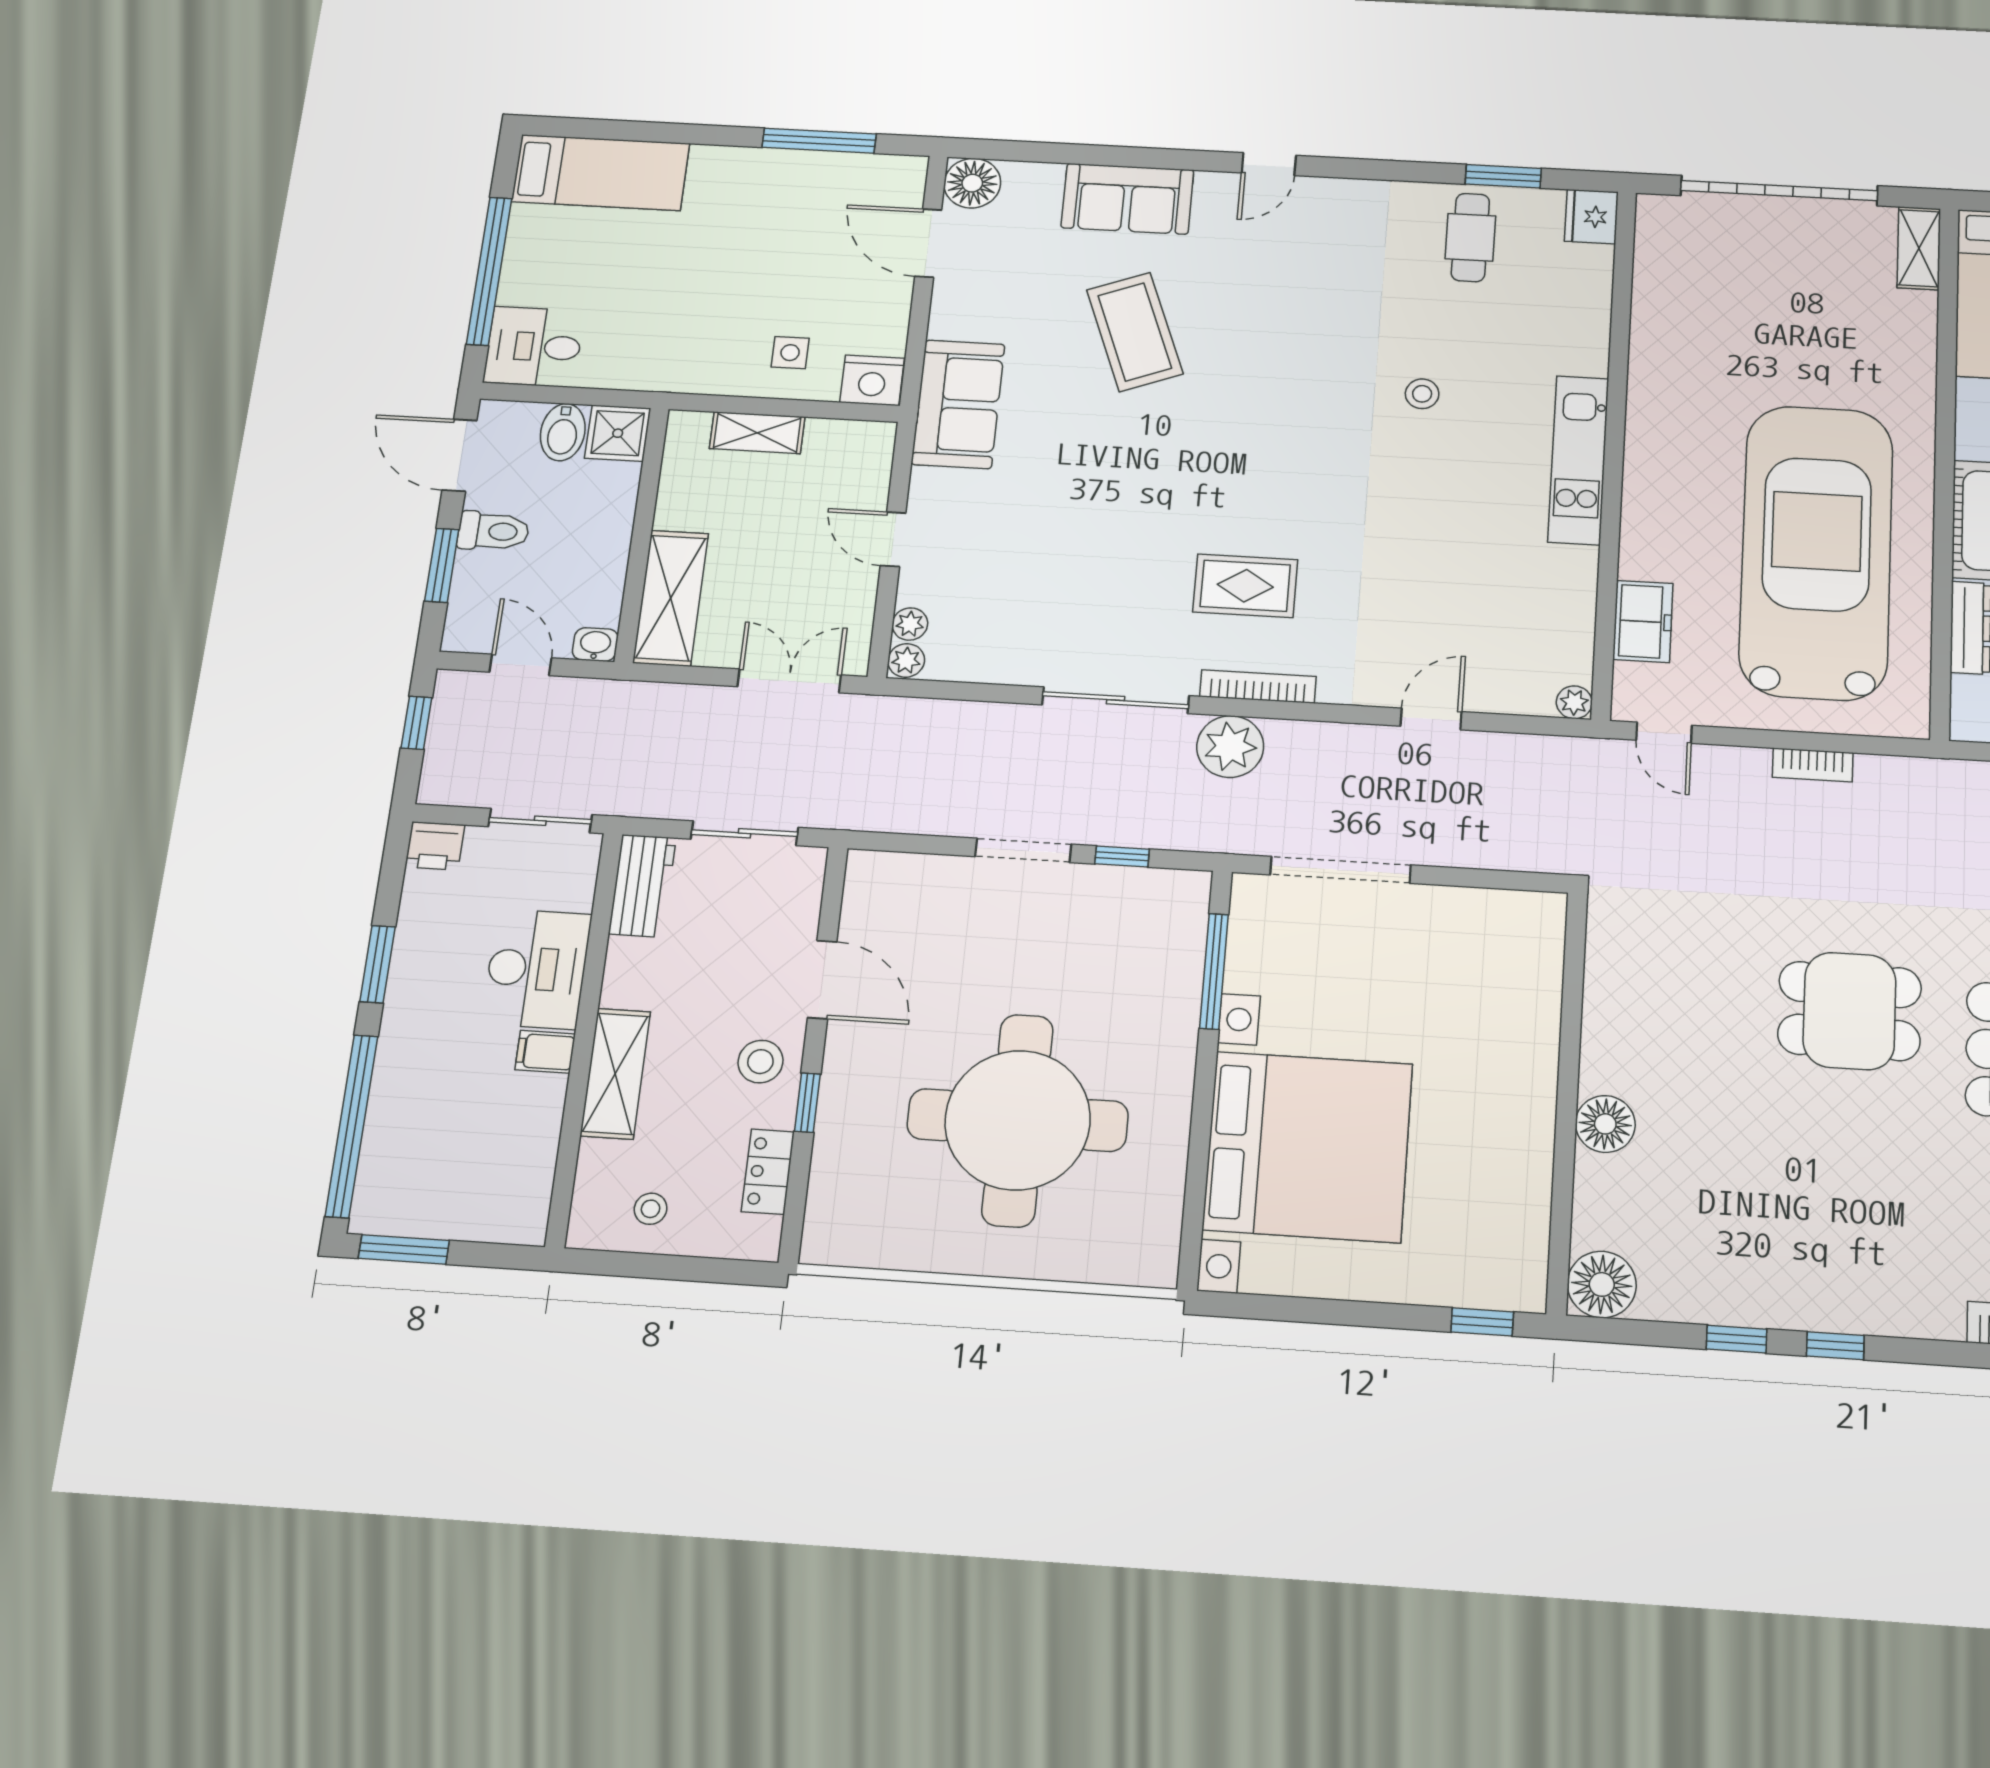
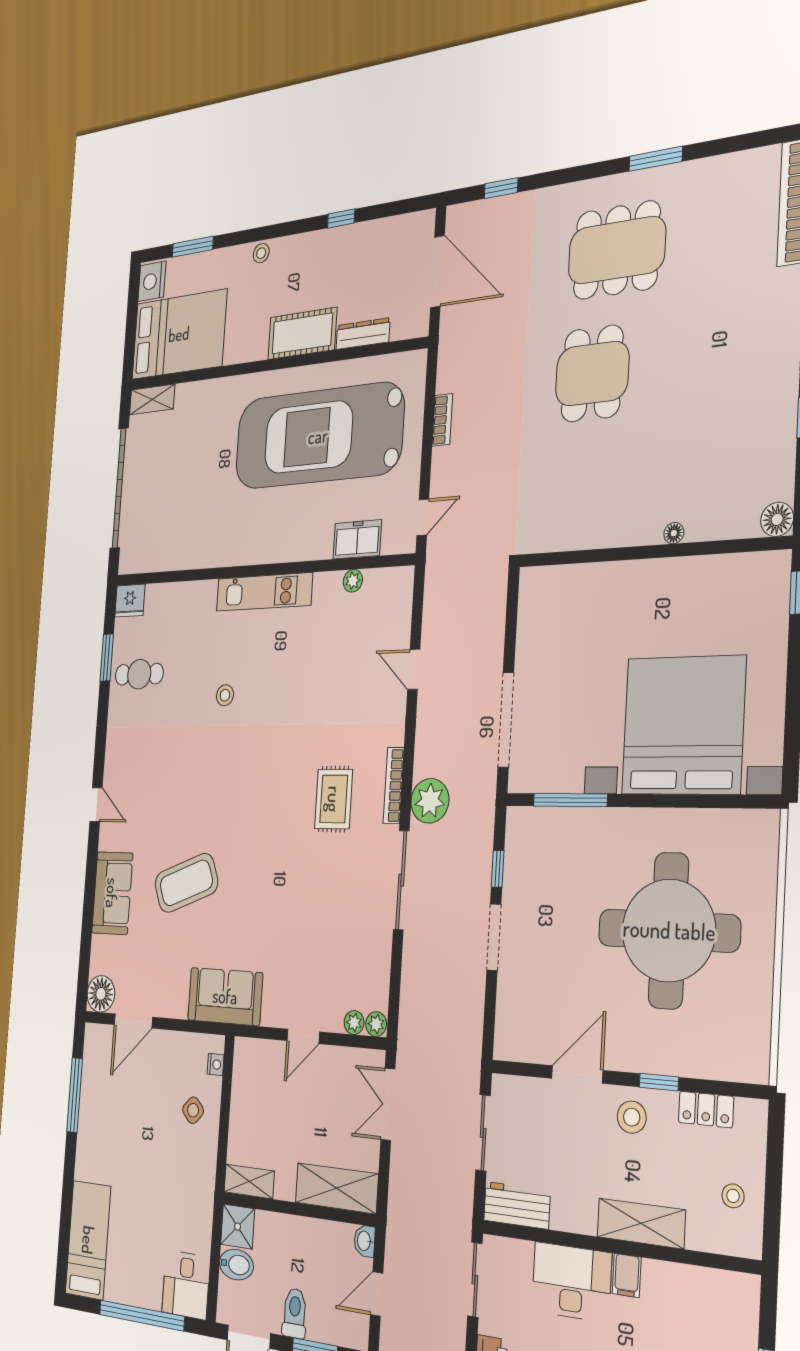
side table: (790, 353) -> (193, 1110), turned 45
nightstand: (872, 380) -> (216, 1064), width x0.53, depth x0.56
shelving: (757, 433) -> (249, 1181), moved, turned 90
plant: (1574, 702) -> (353, 581), moved
floor lamp: (1605, 1124) -> (674, 533), width x0.53, depth x0.53
floor lamp: (1602, 1284) -> (777, 519), width x0.73, depth x0.73

